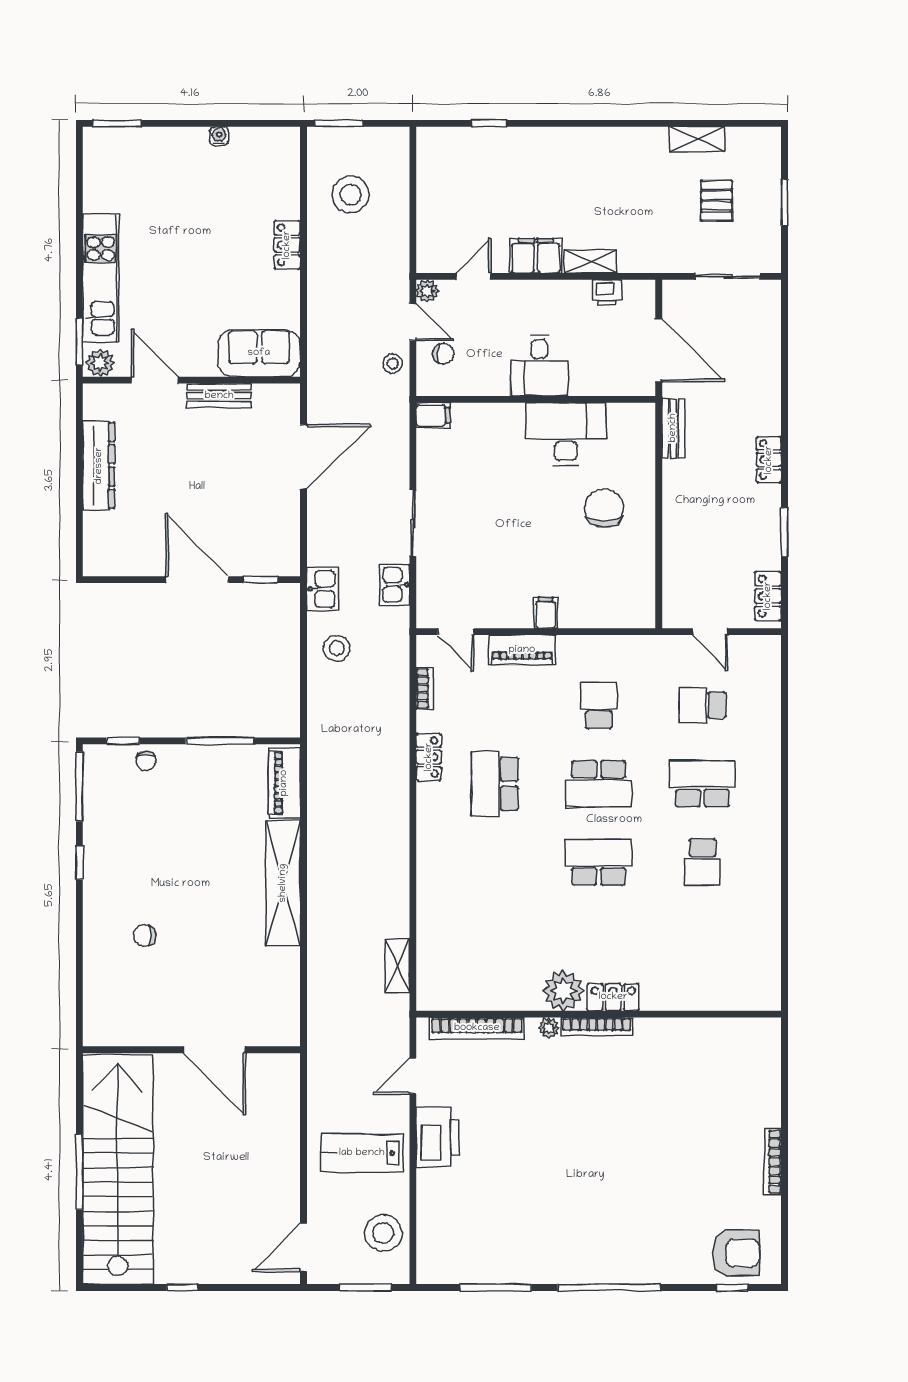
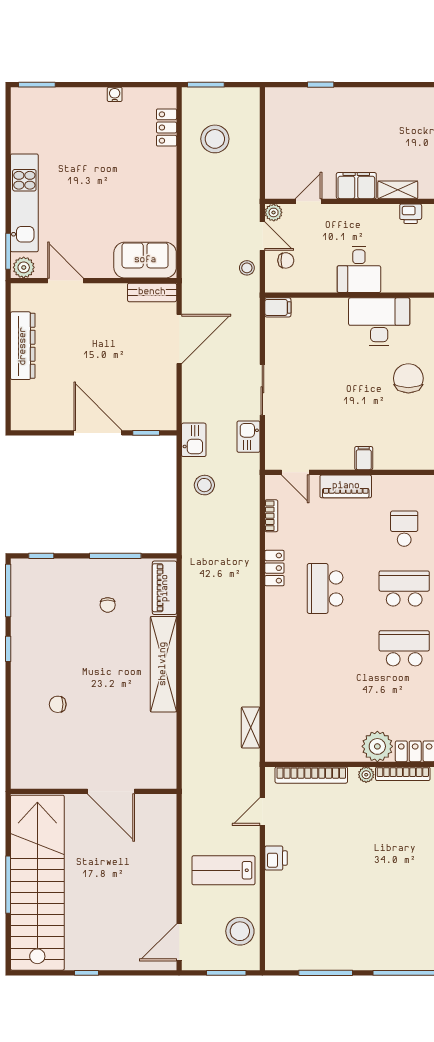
locker: (287, 245) -> (167, 127), moved
bench: (219, 396) -> (152, 292), moved
chair: (146, 761) -> (108, 605), moved
school desk: (599, 784) -> (404, 588), turned 180
printer: (438, 1137) -> (276, 858), width x0.53, depth x0.68

